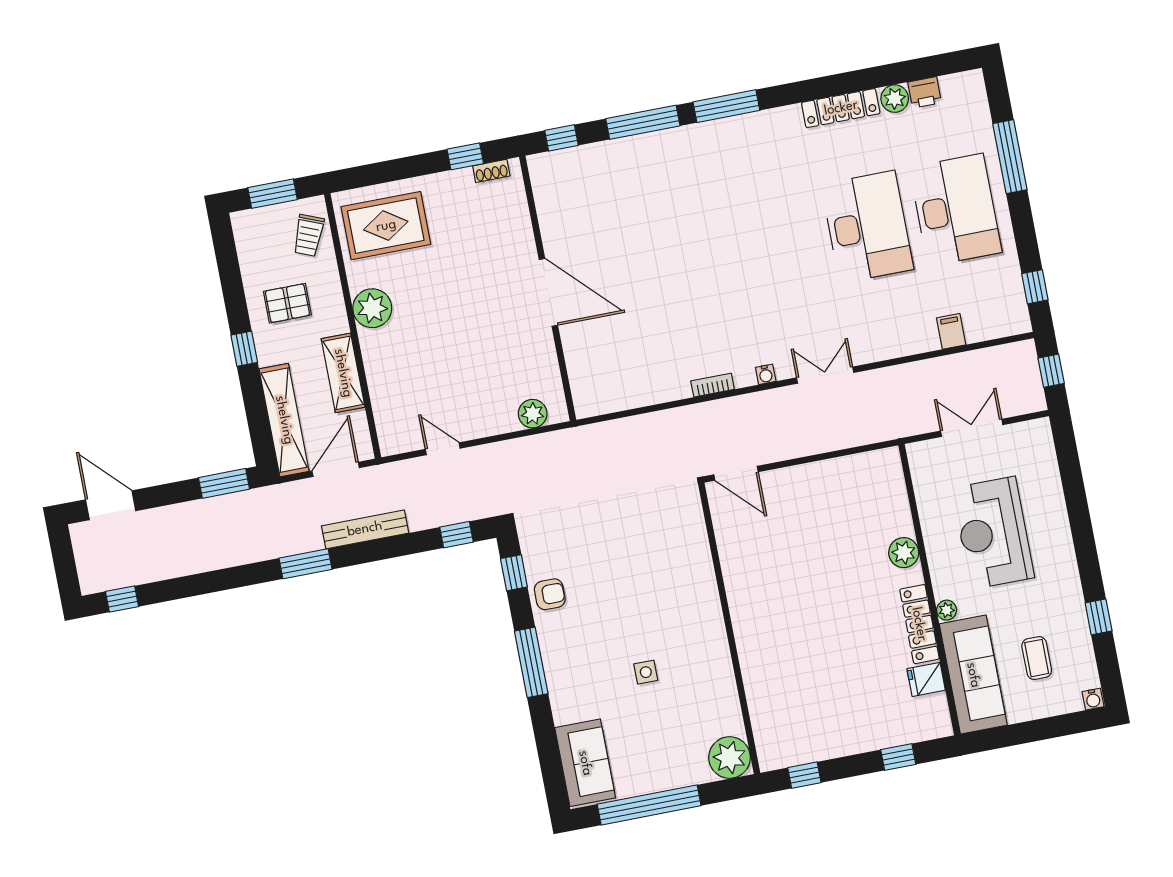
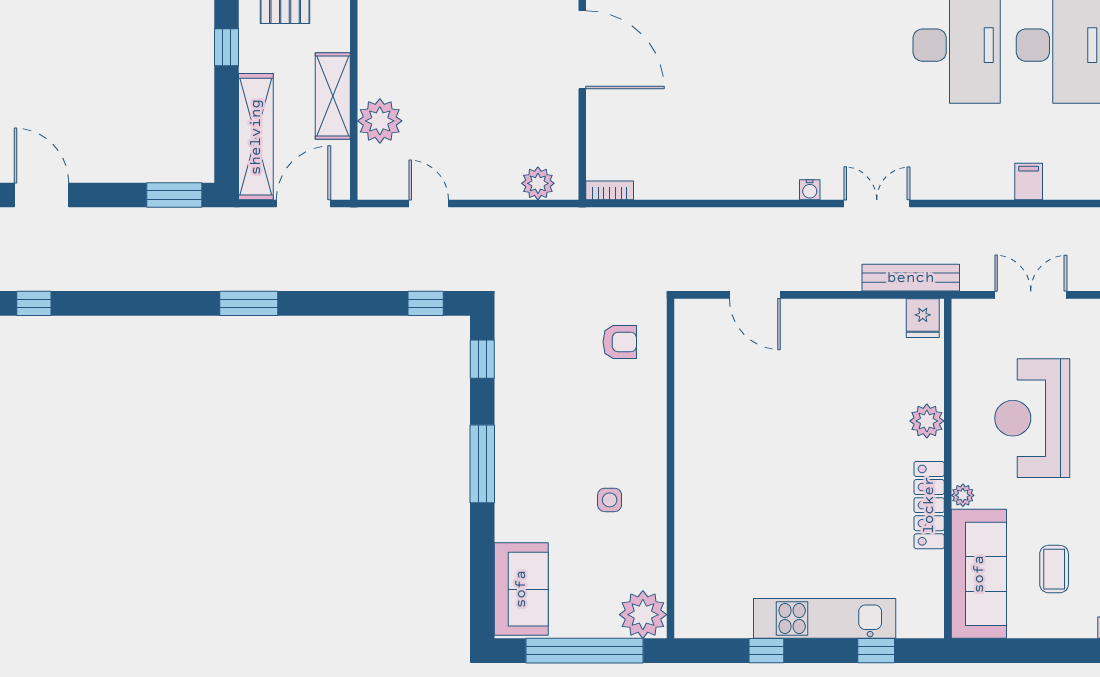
plant: (372, 308) -> (380, 121), moved
bookcase: (713, 385) -> (610, 190), moved
bench: (365, 529) -> (911, 278), moved
armchair: (550, 594) -> (620, 342), moved
wall: (729, 628) -> (671, 469), moved
fridge: (926, 679) -> (923, 318), moved, turned -90
kitchen unit: (849, 738) -> (825, 618), added
plant: (730, 758) -> (643, 615), moved

